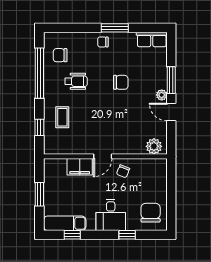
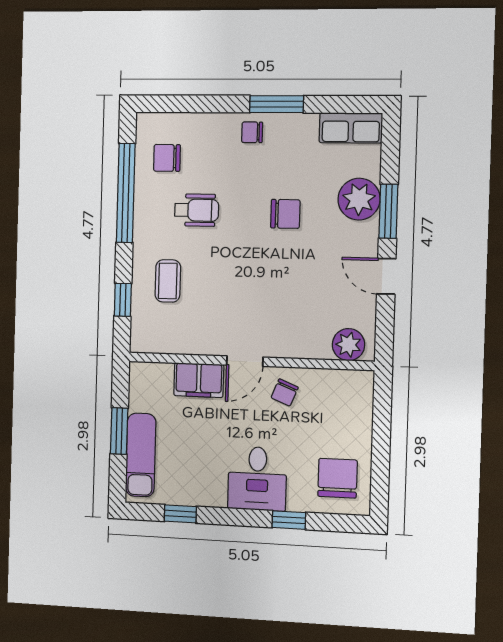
plant: (162, 95) -> (359, 199), moved, width x1.87, depth x1.87
exam couch: (65, 223) -> (141, 455), moved, turned 90

